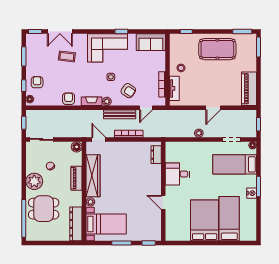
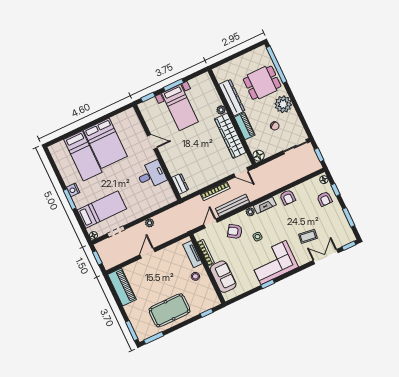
sofa: (151, 42) -> (223, 277), moved, turned 90
dresser: (76, 224) -> (232, 98), moved
bed with nightstands: (106, 224) -> (180, 107), moved, turned -90

